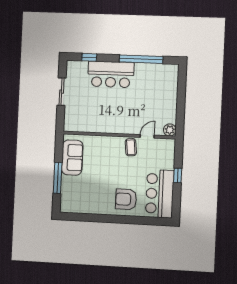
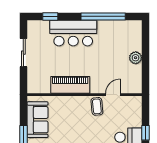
piano: (106, 125) -> (70, 85), added
plant: (170, 130) -> (136, 58), moved

